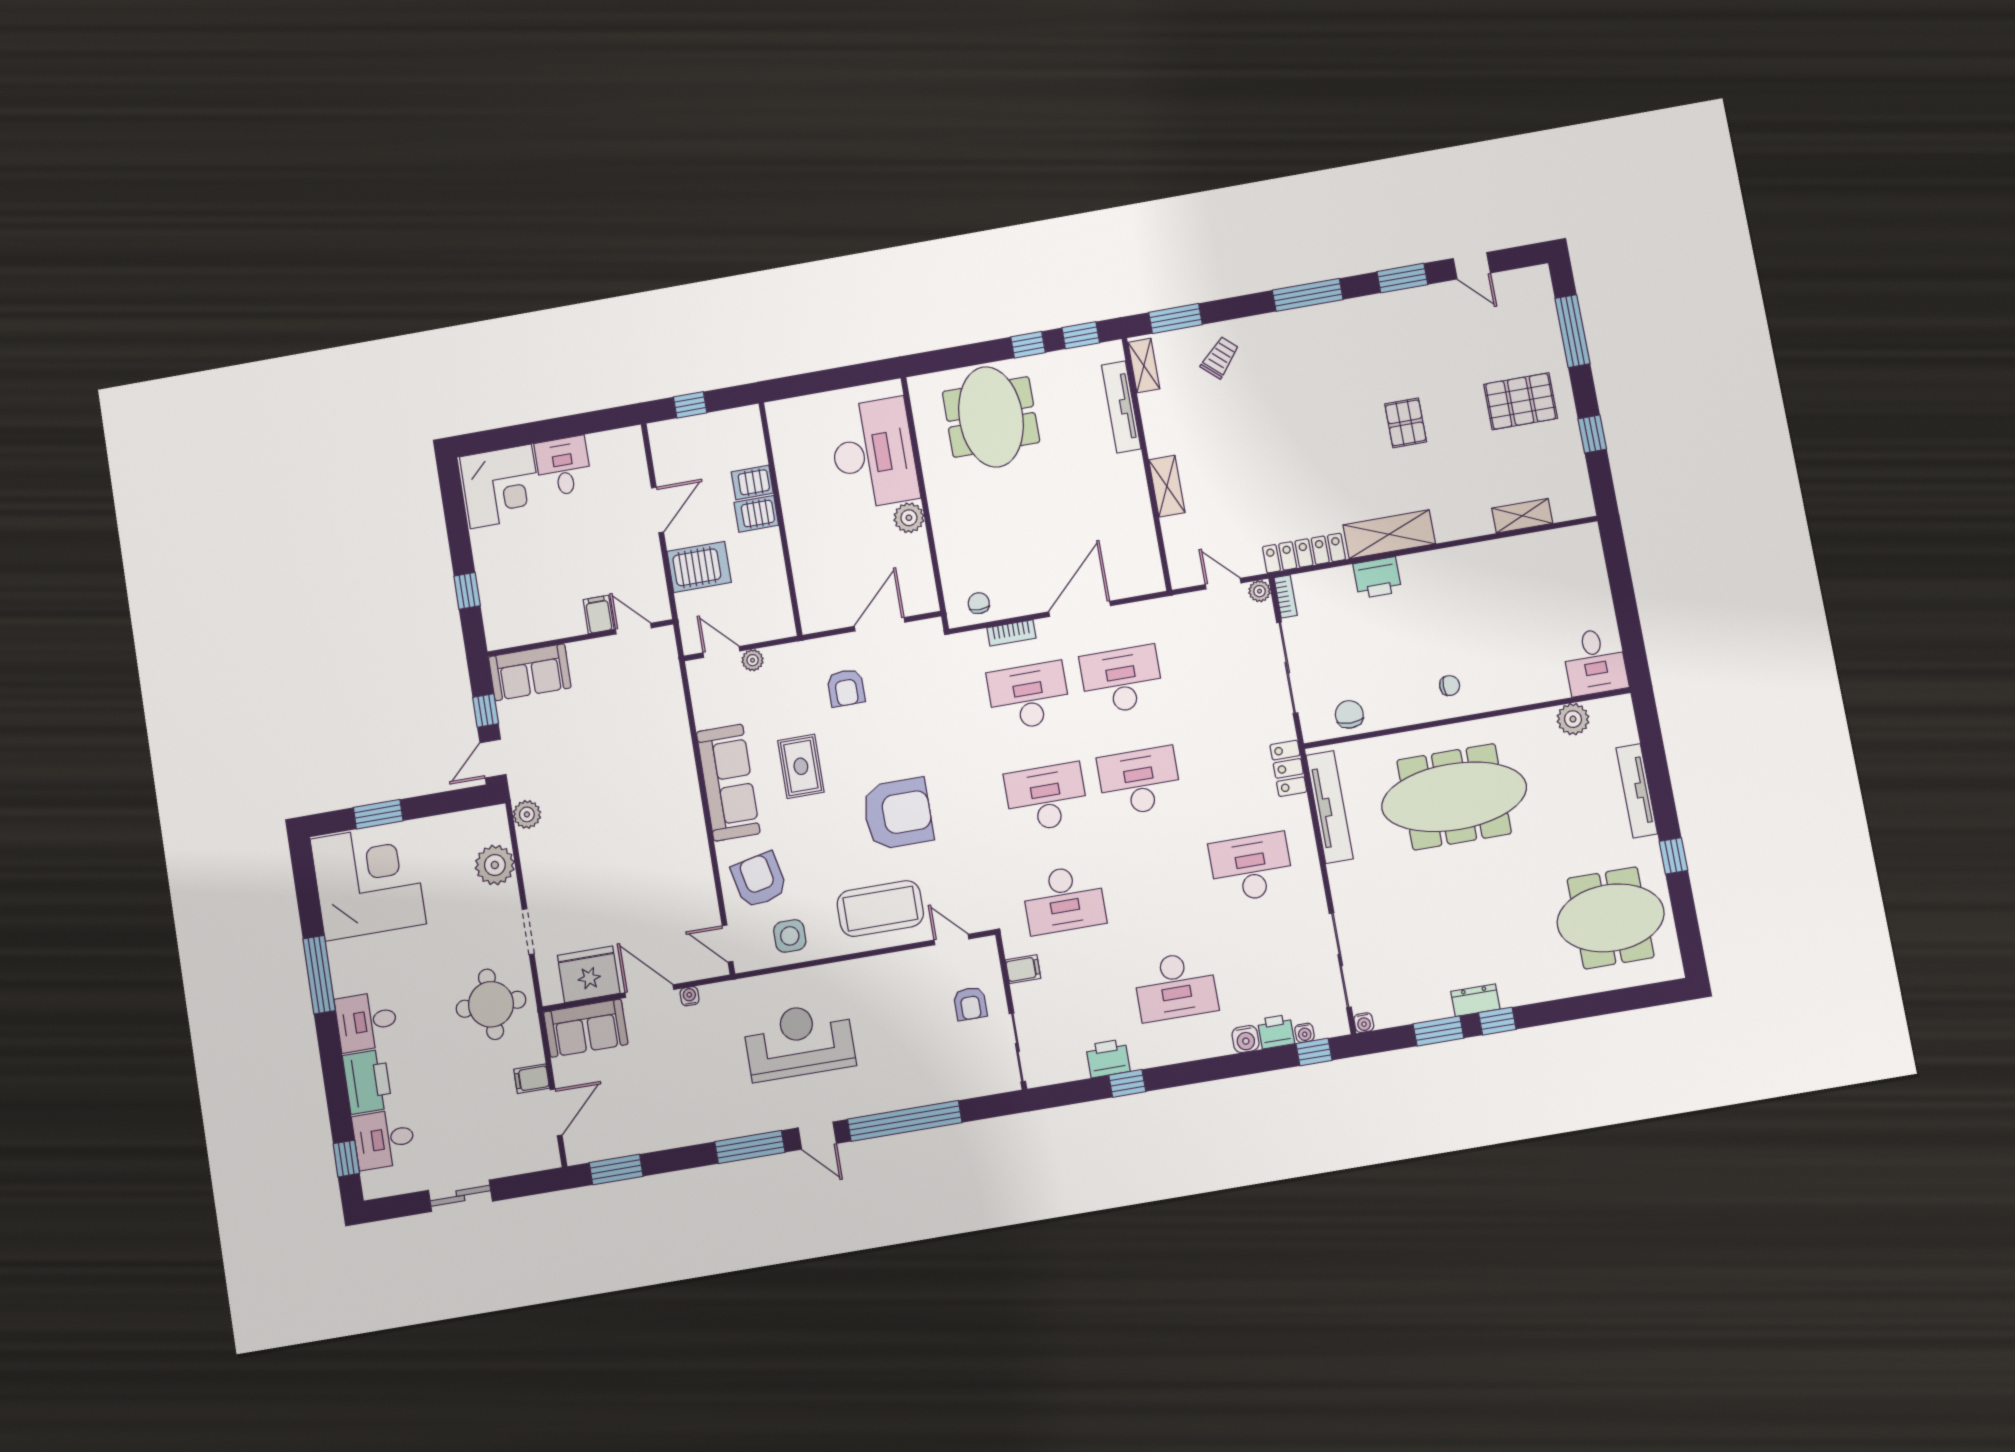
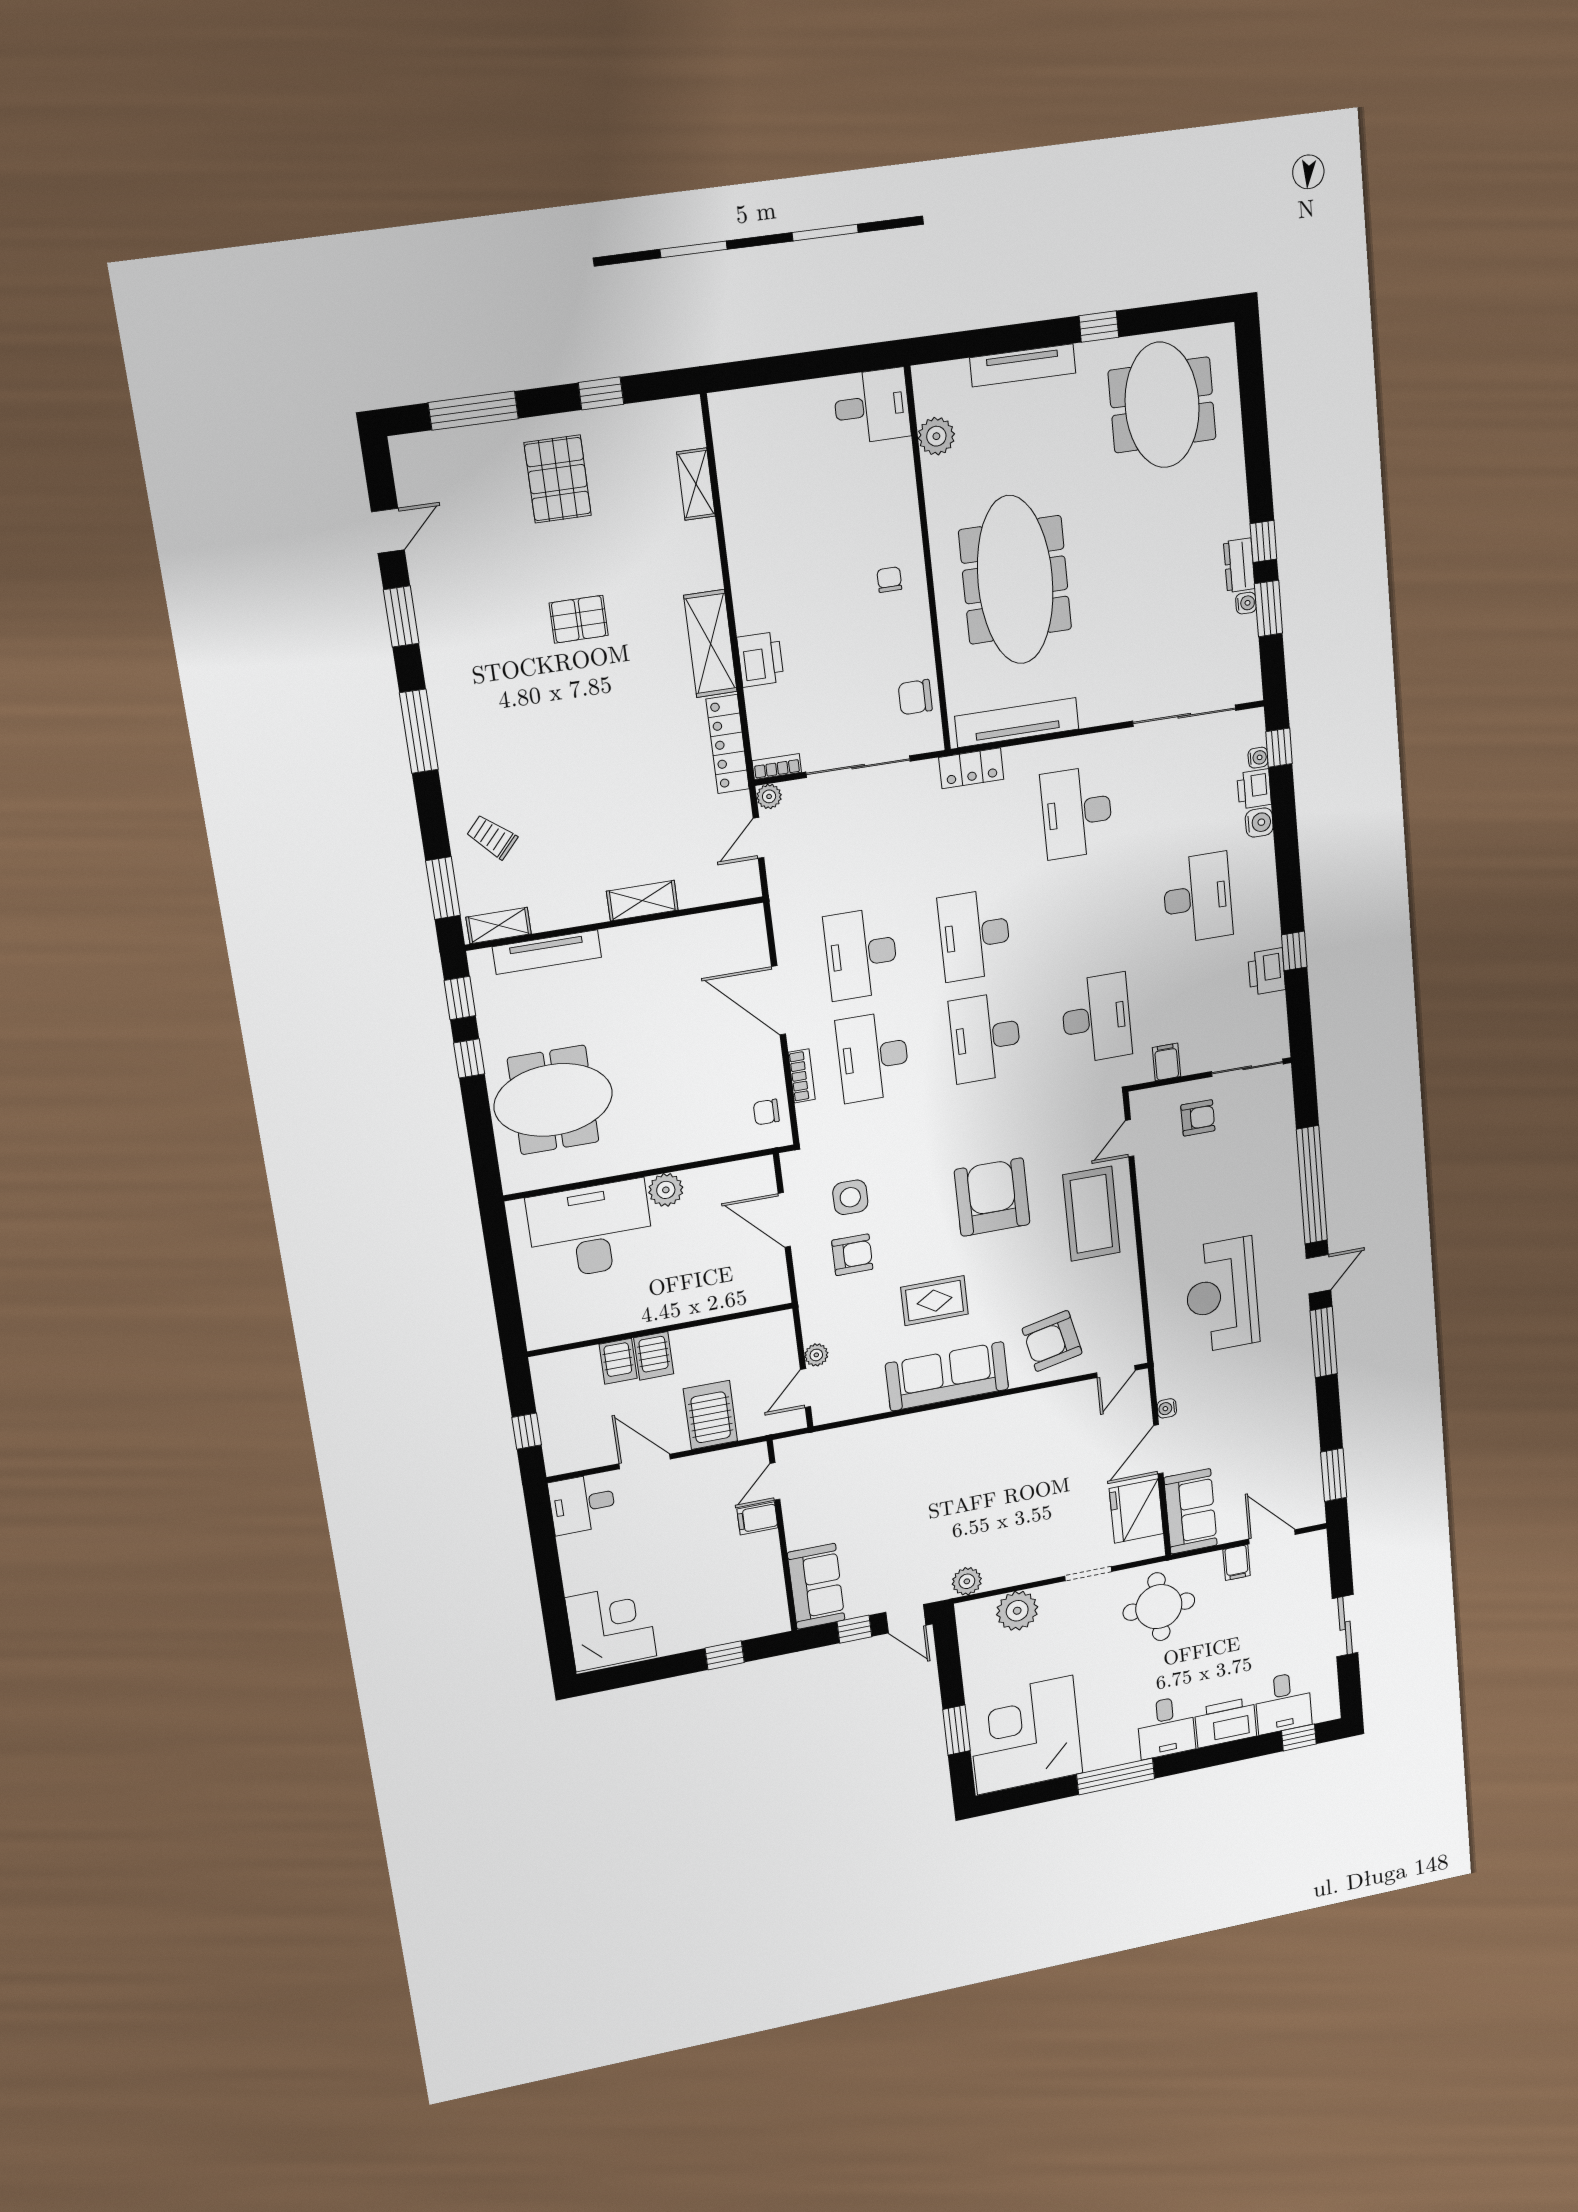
desk: (563, 466) -> (582, 1504), moved
side table: (790, 936) -> (850, 1197), moved
water cooler: (1364, 1023) -> (1246, 603), moved

